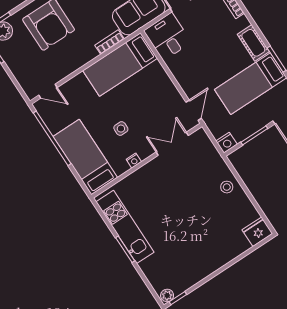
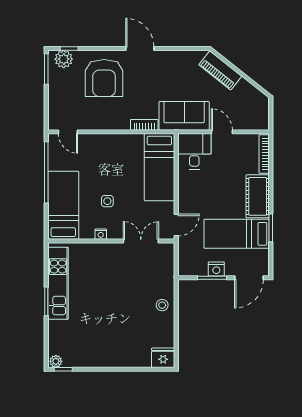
cot: (253, 43) -> (258, 196), width x1.37, depth x1.34
bed: (120, 64) -> (159, 167), moved, turned -90
nightstand: (227, 143) -> (216, 269), moved

